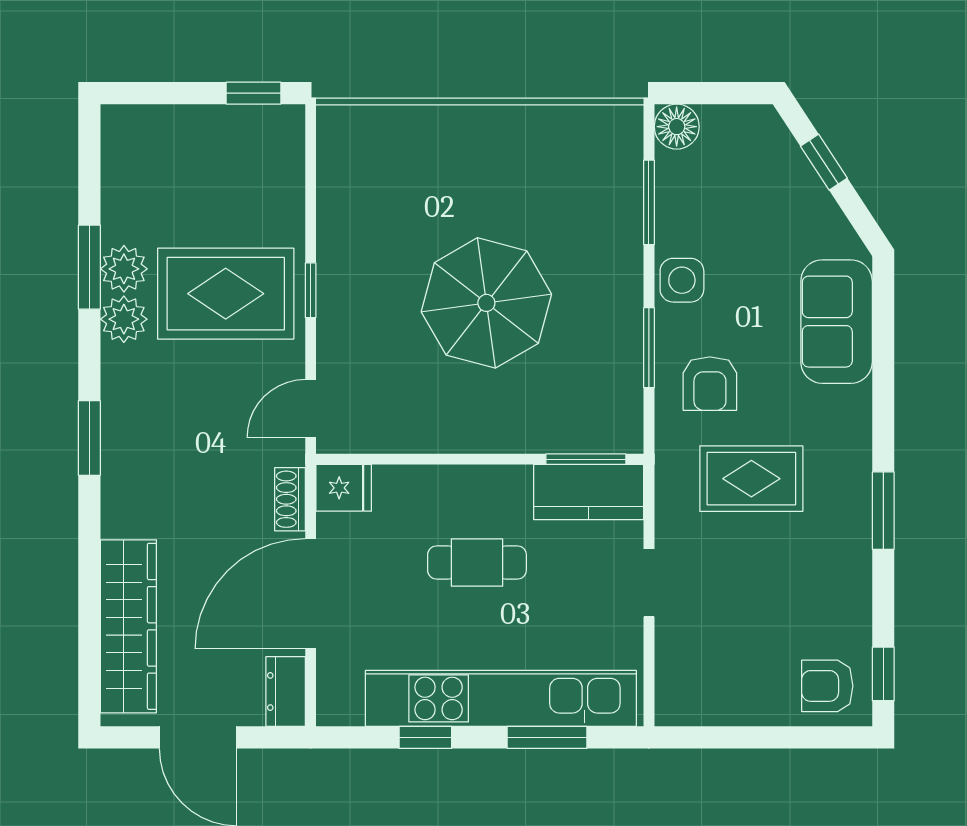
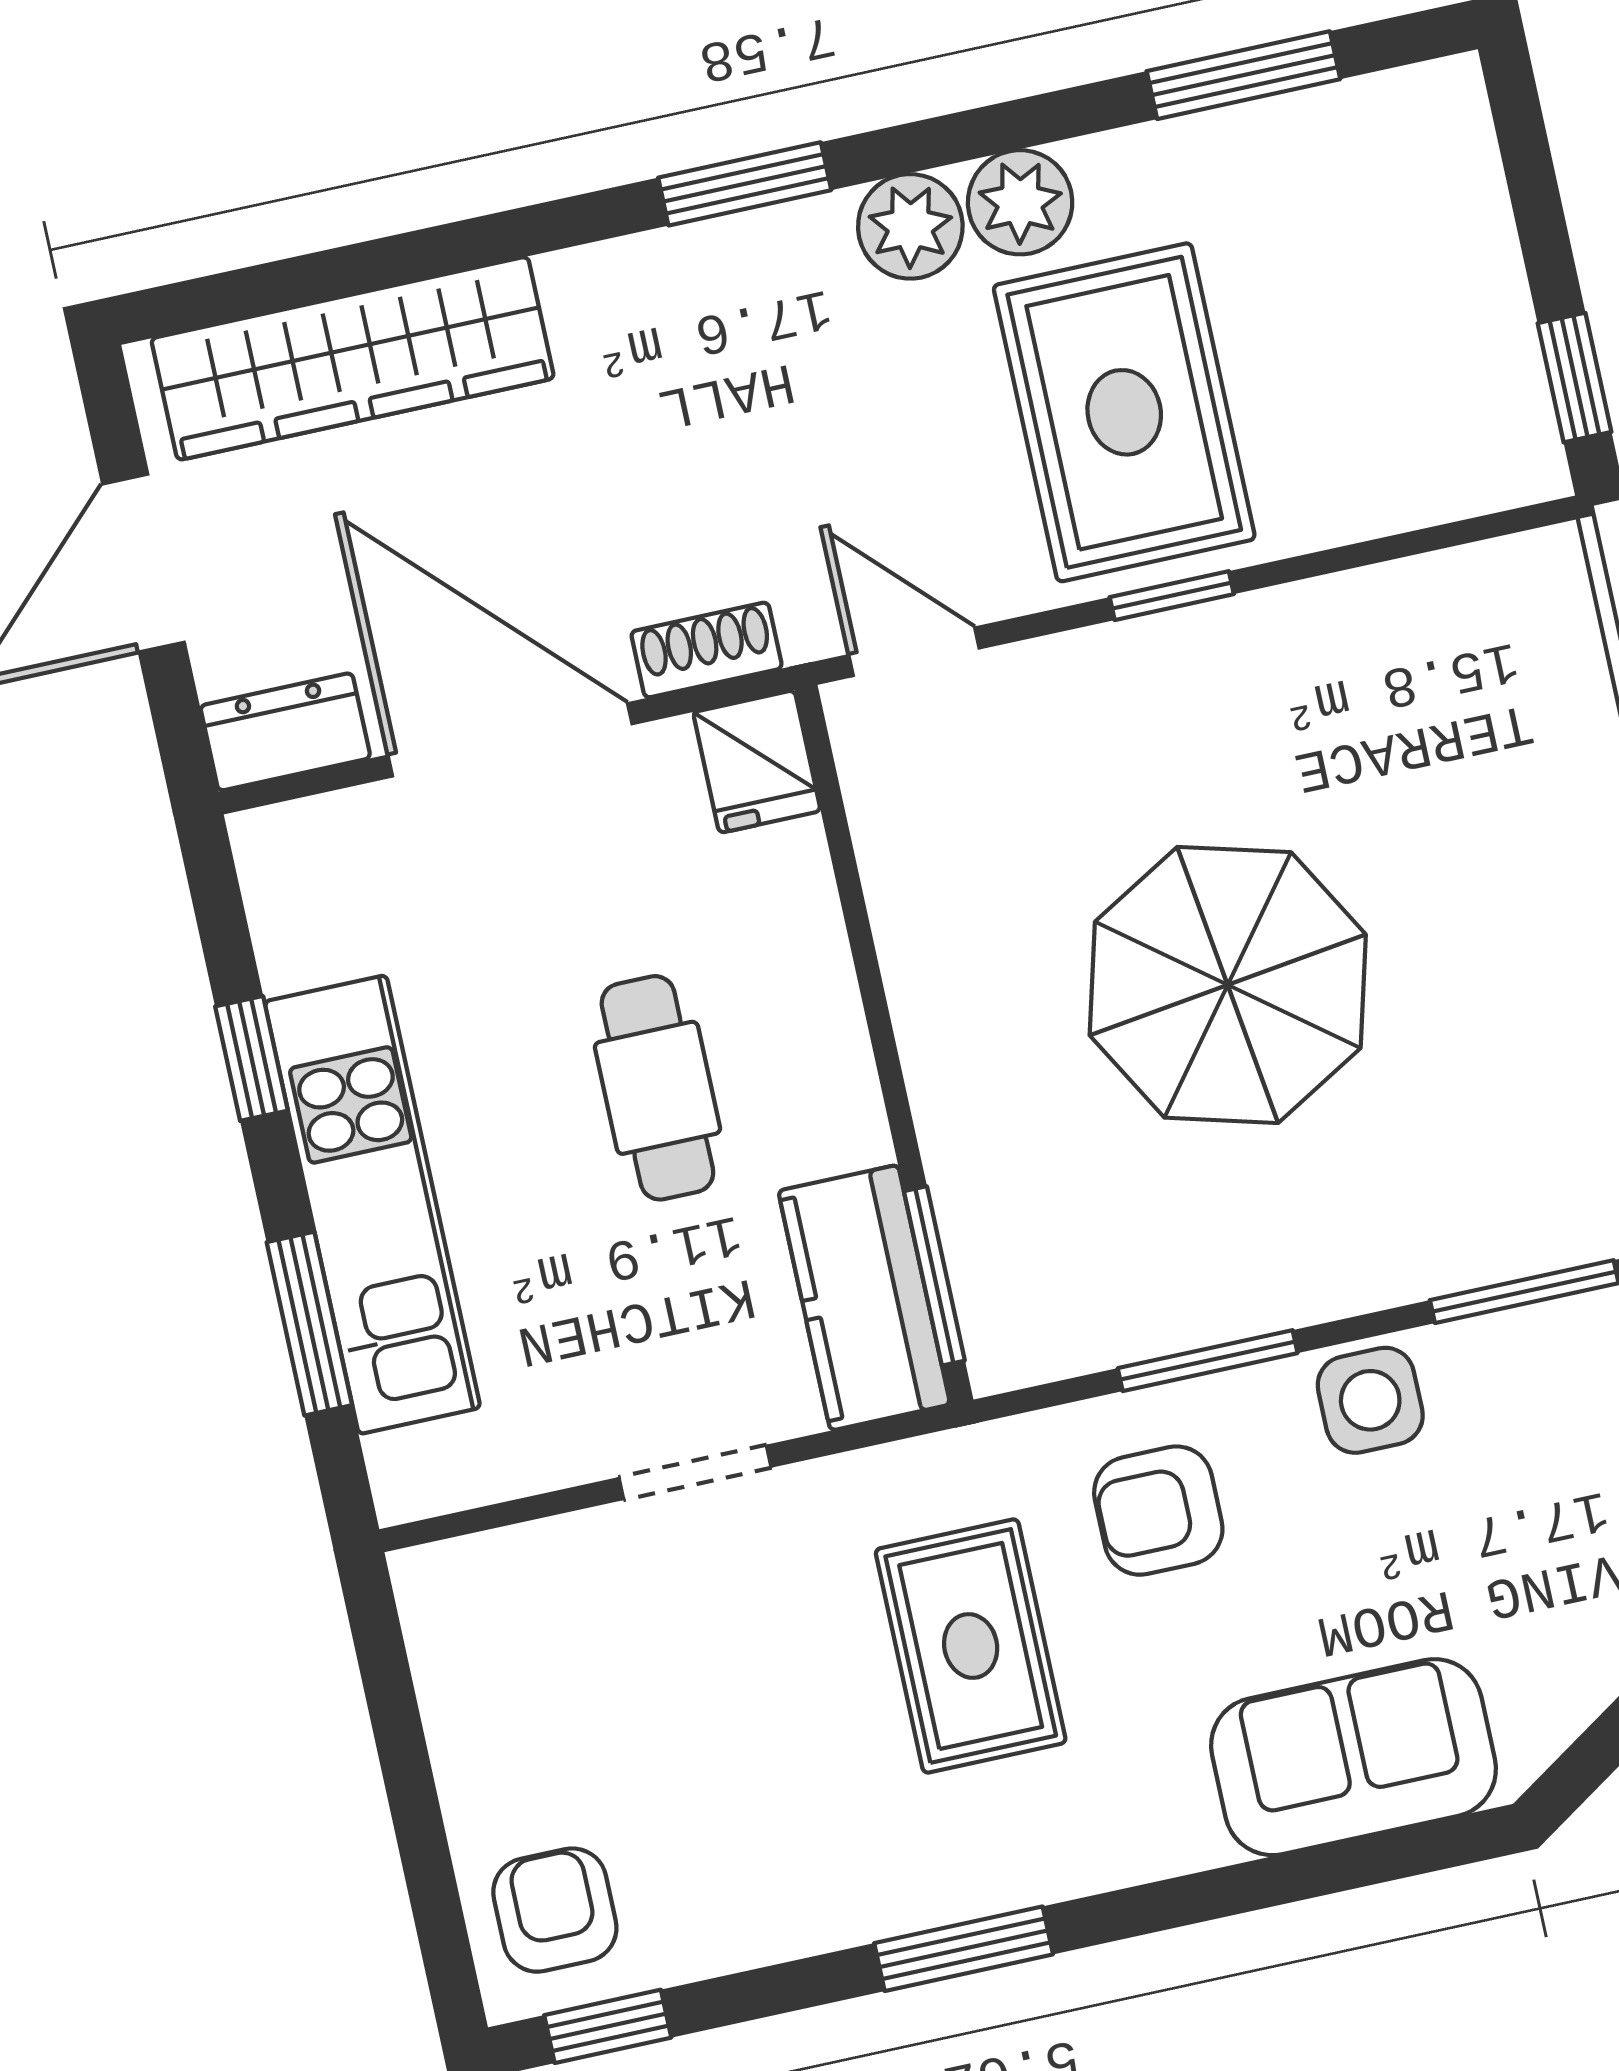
window: (89, 267) -> (1243, 75), moved
plant: (124, 269) -> (910, 226), moved
kitchen unit: (501, 698) -> (372, 1205), width x0.73

